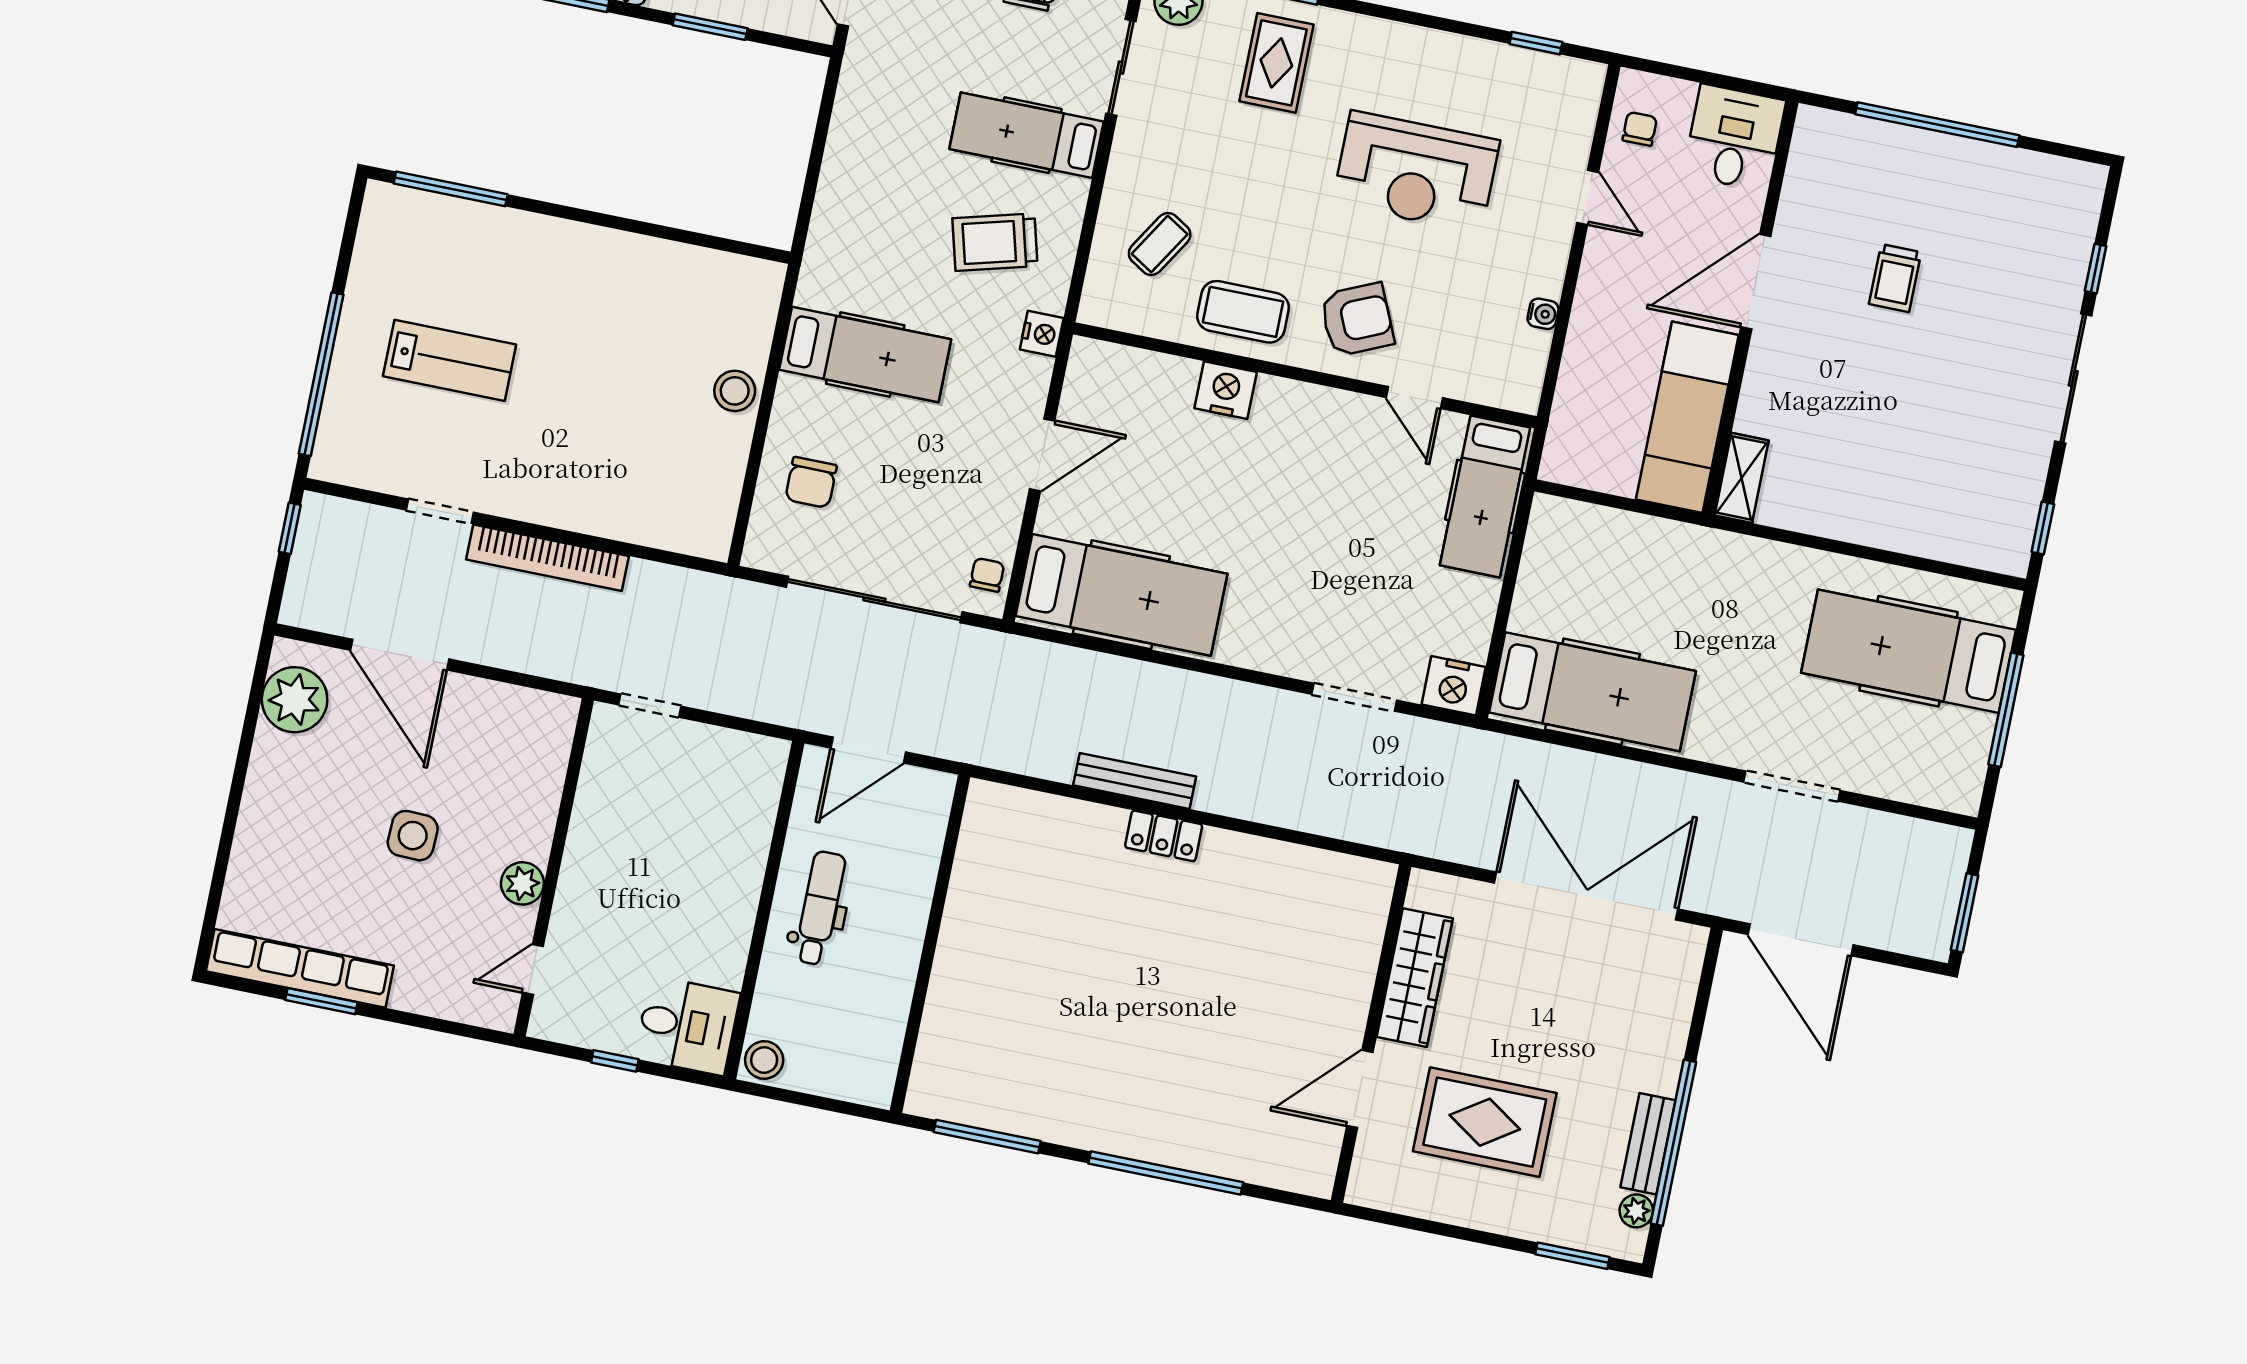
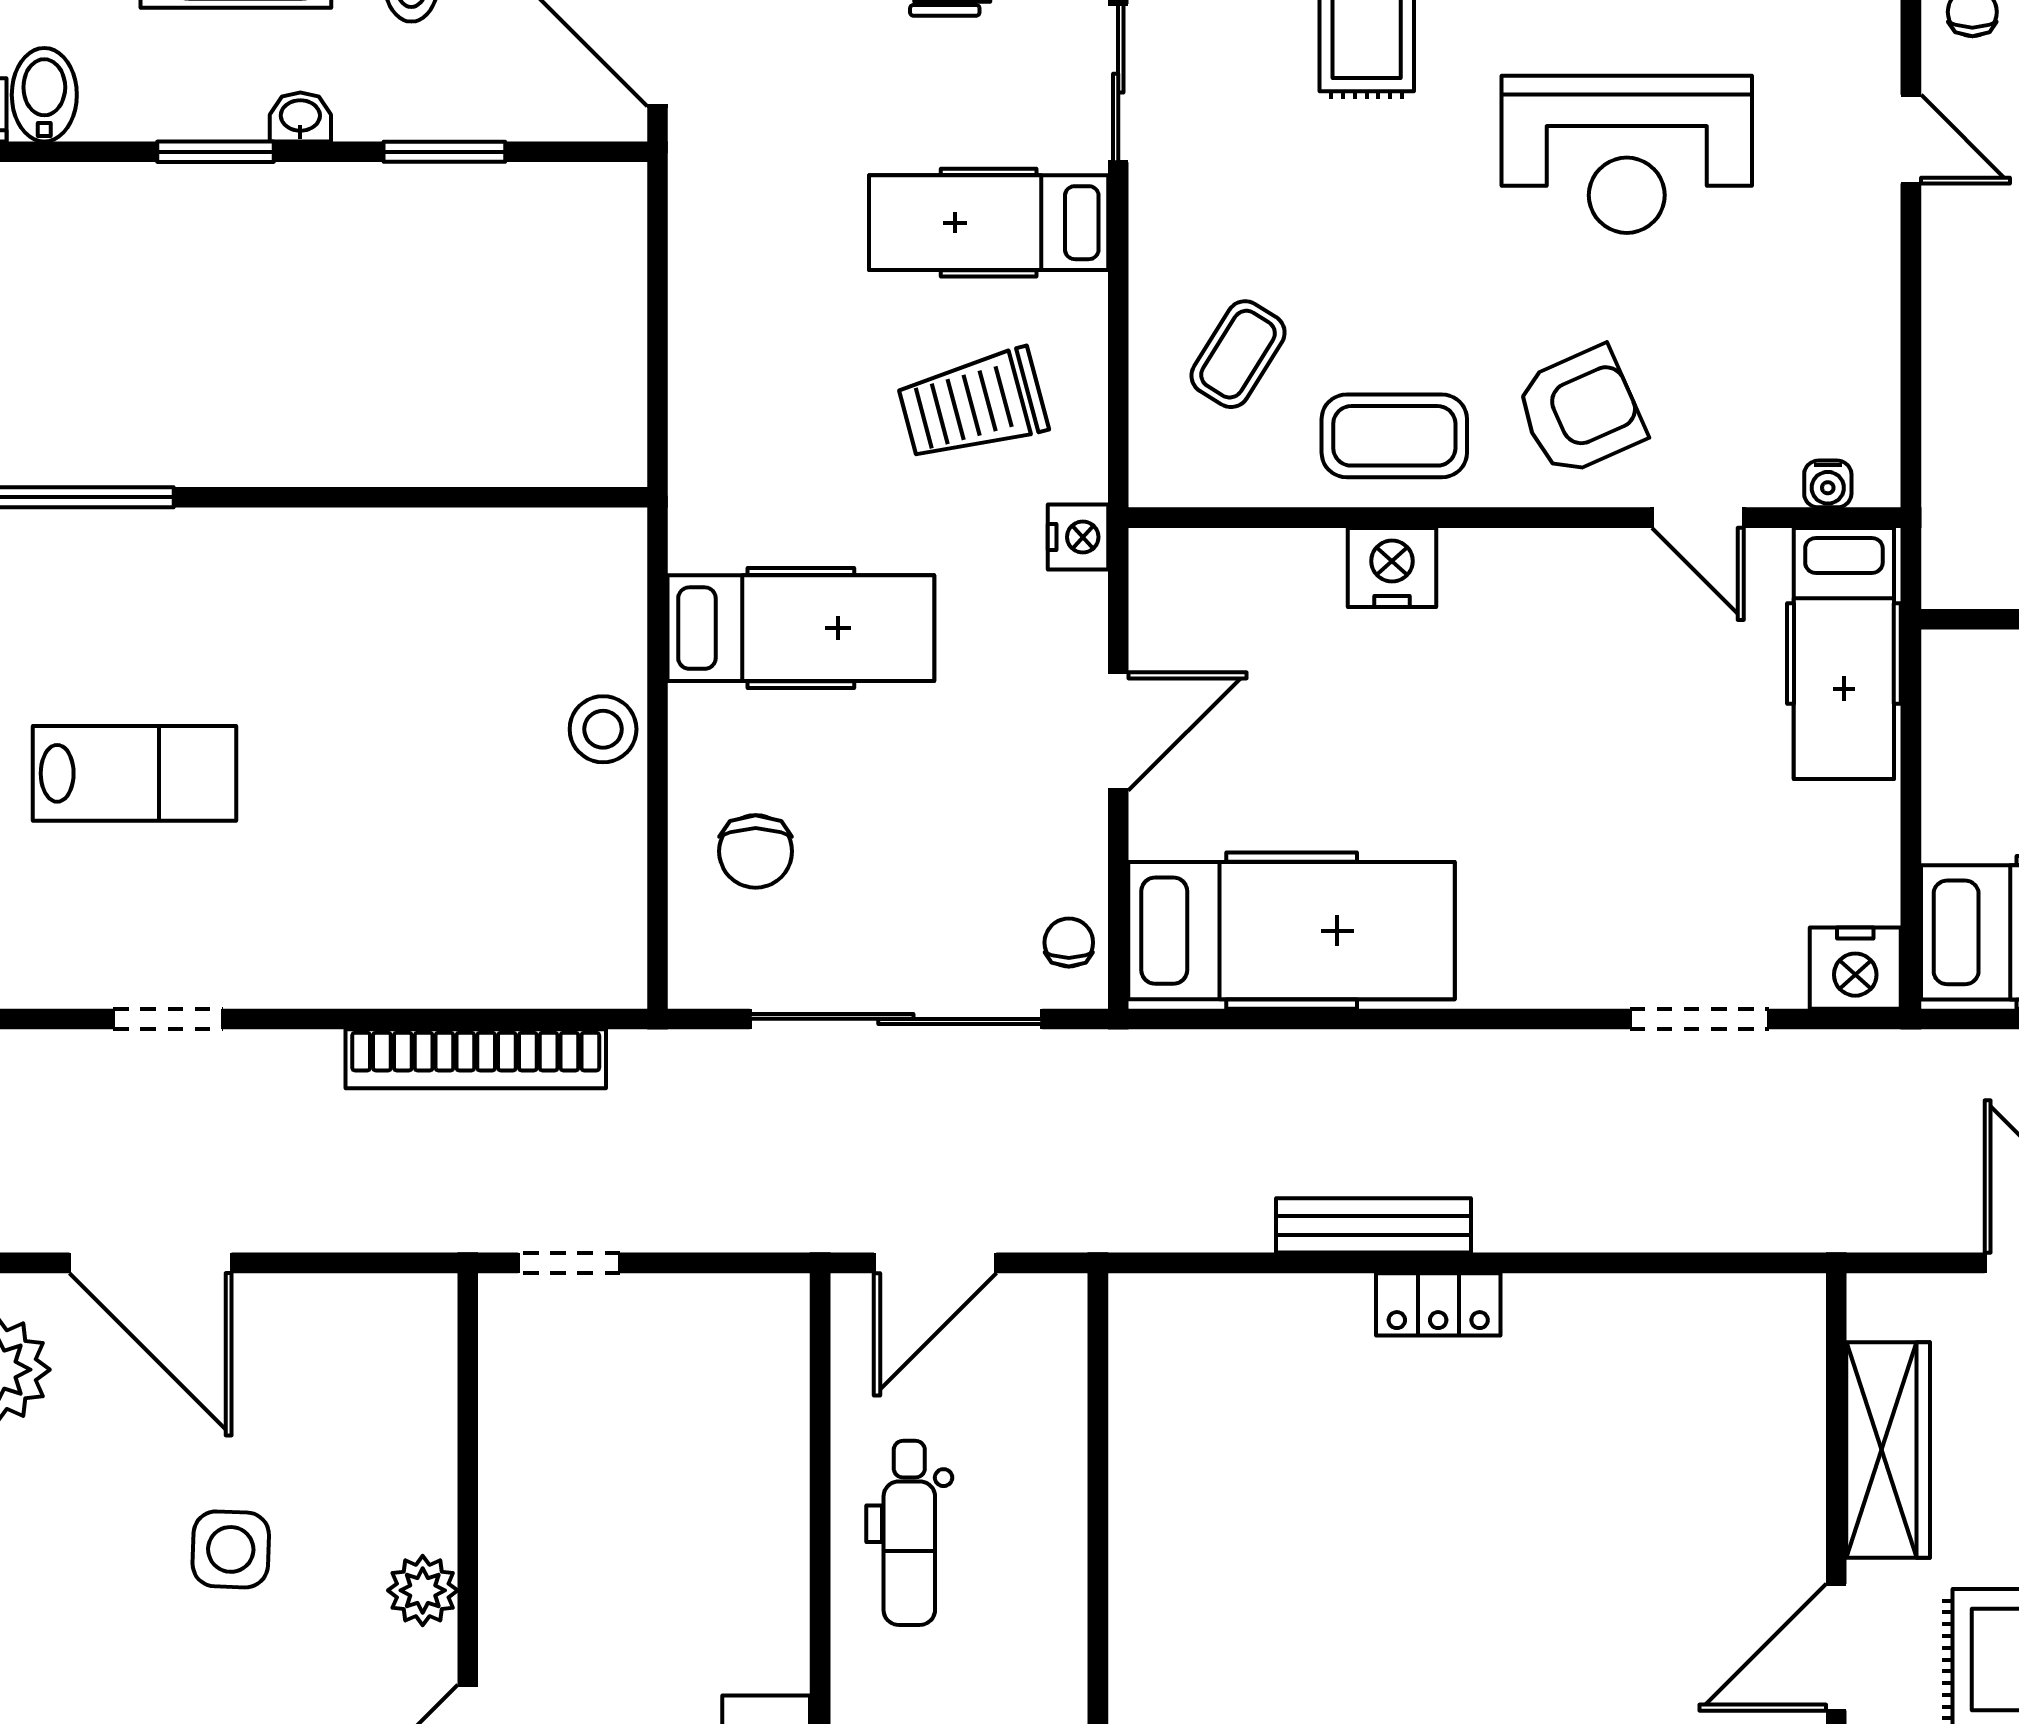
water cooler: (1543, 314) -> (1828, 484), moved, turned 90
bookcase: (547, 558) -> (476, 1059), moved
dental chair: (820, 908) -> (909, 1533), turned 180

